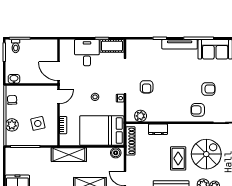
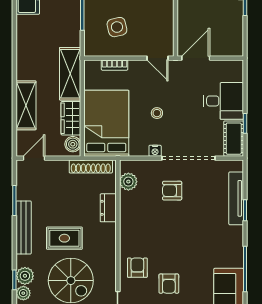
tv unit: (180, 44) -> (236, 198), moved
wardrobe: (98, 154) -> (71, 118), added

